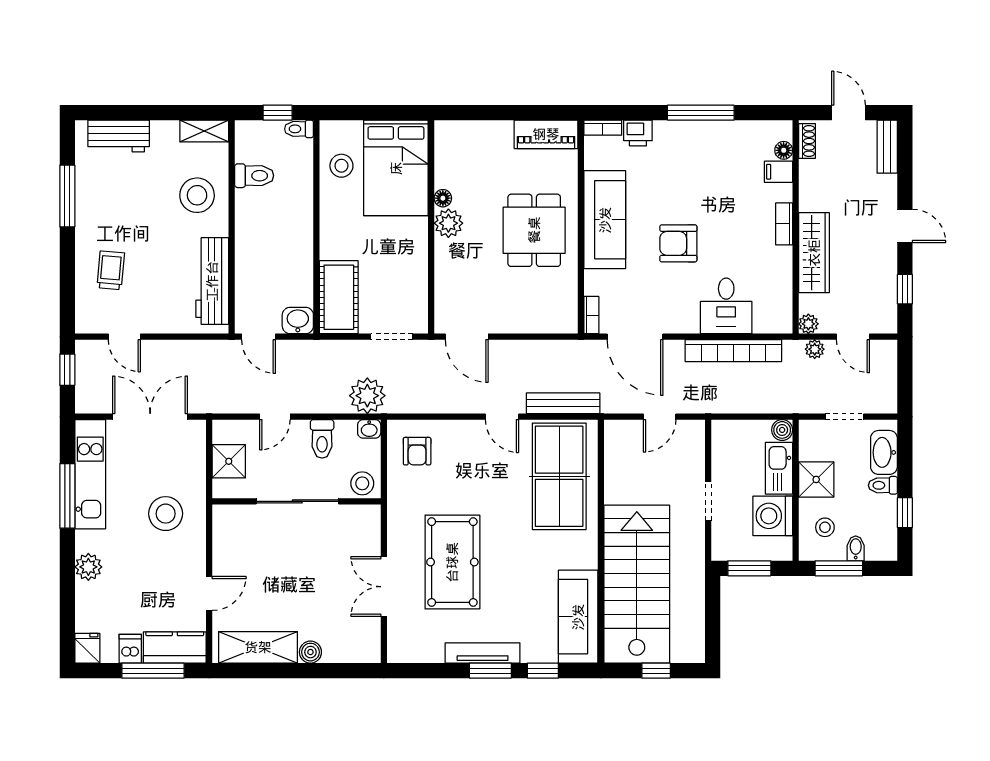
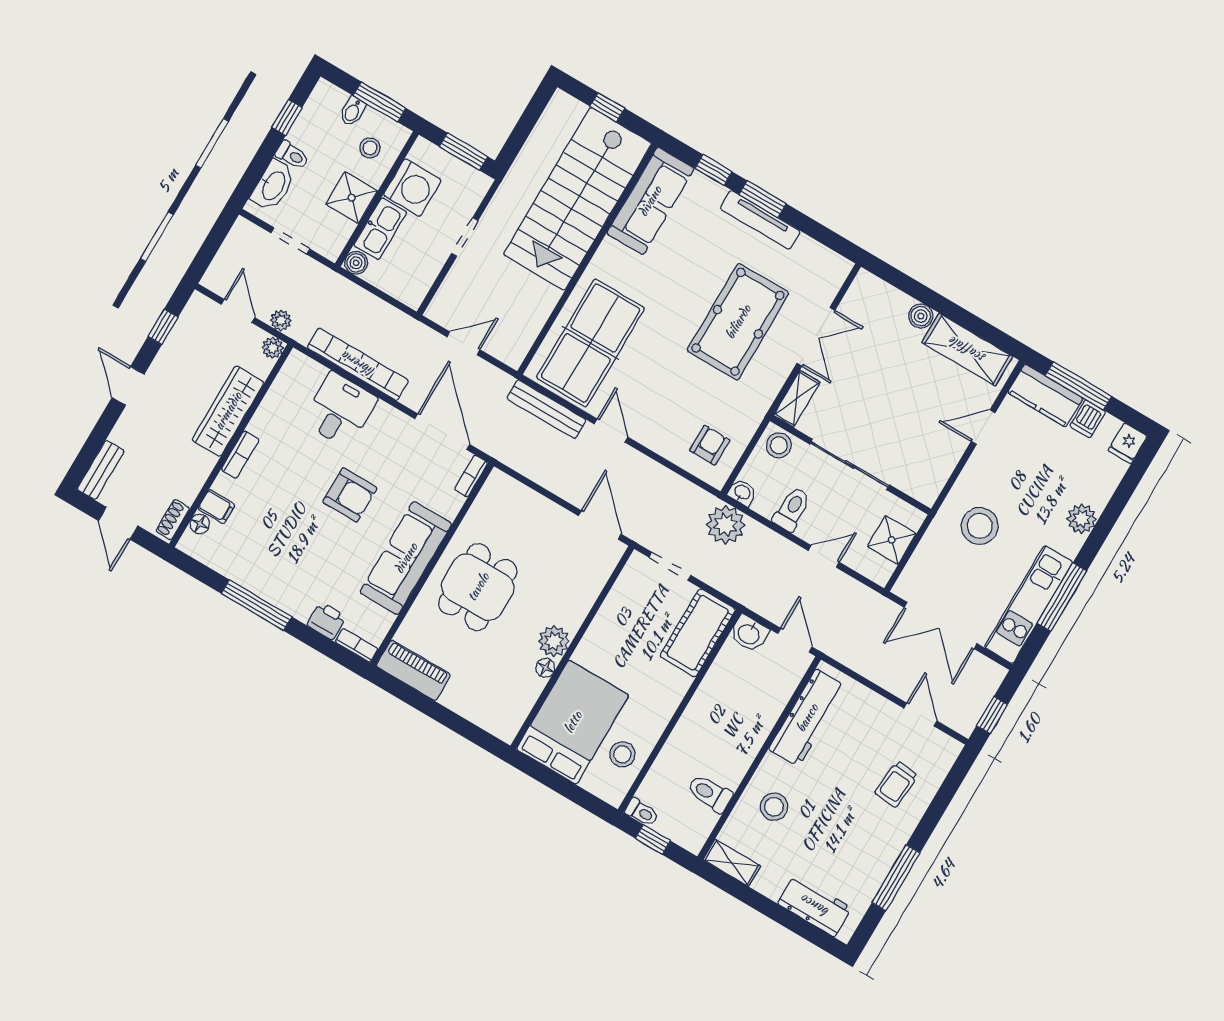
stool: (197, 195) -> (774, 807), width x0.73, depth x0.73
shelving: (370, 528) -> (797, 399), added

